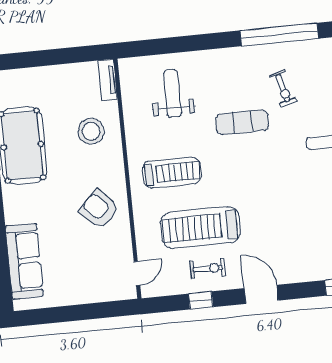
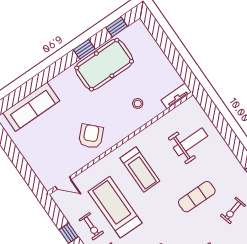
exercise mat: (242, 122) -> (197, 197), turned 90
stool: (91, 131) -> (138, 103), width x0.53, depth x0.53

